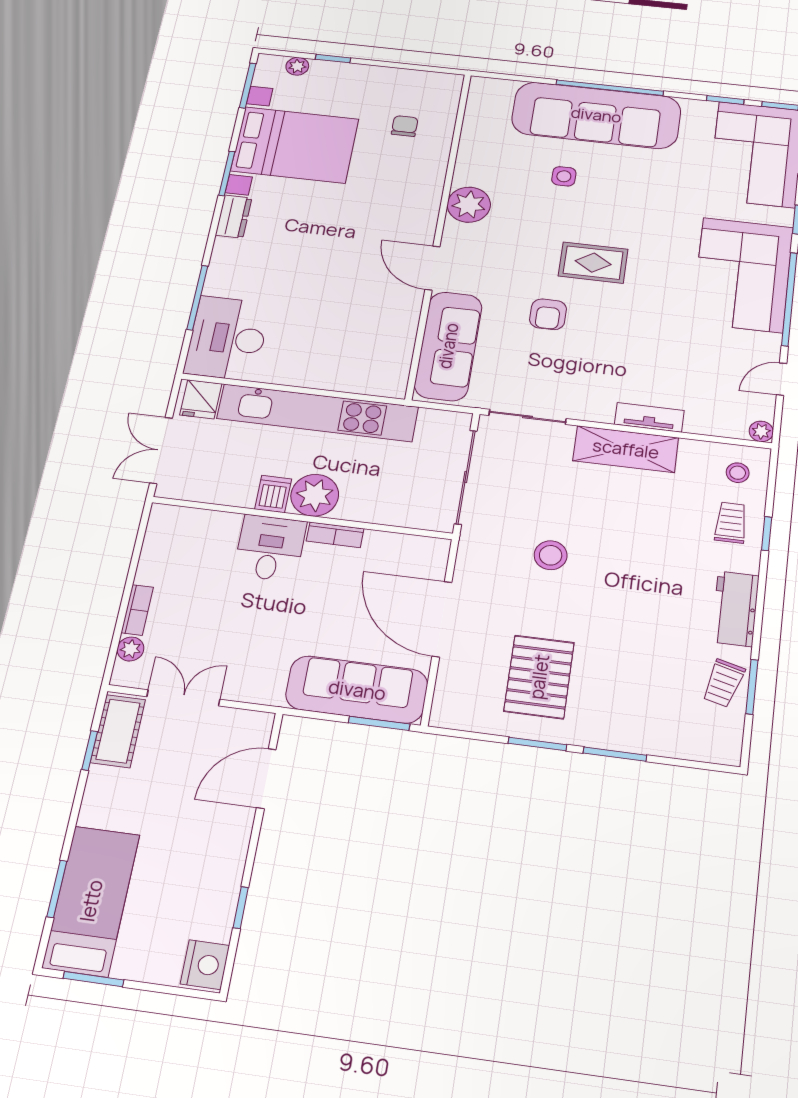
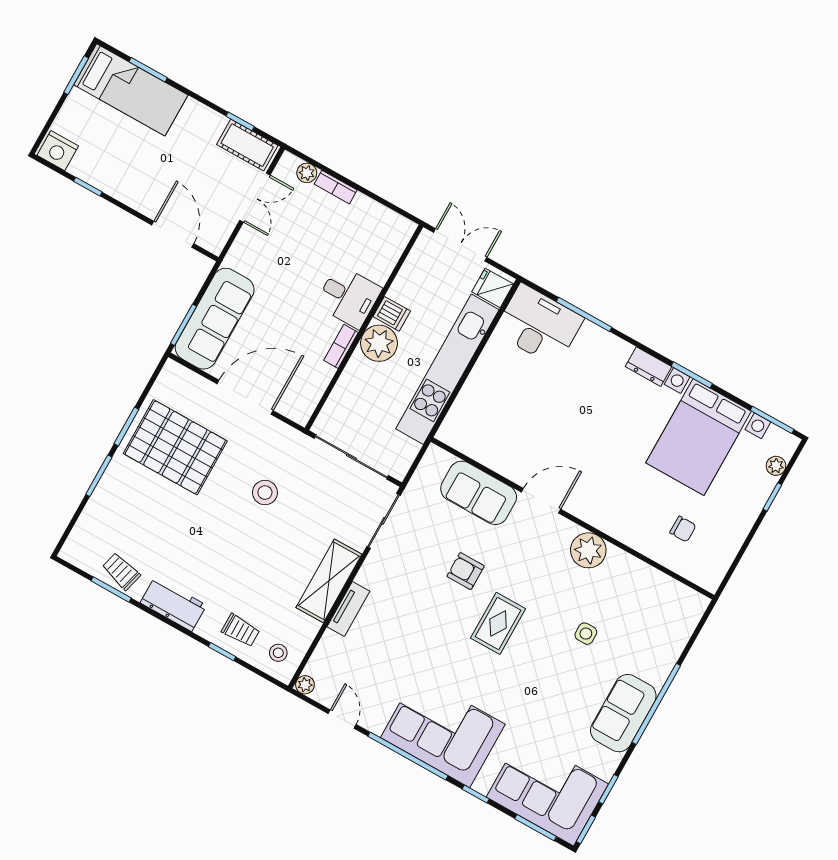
sofa: (596, 115) -> (623, 713), width x0.54, depth x0.79
sofa: (448, 346) -> (479, 493), width x0.73
pallet: (539, 677) -> (175, 447), width x1.37, depth x1.41

